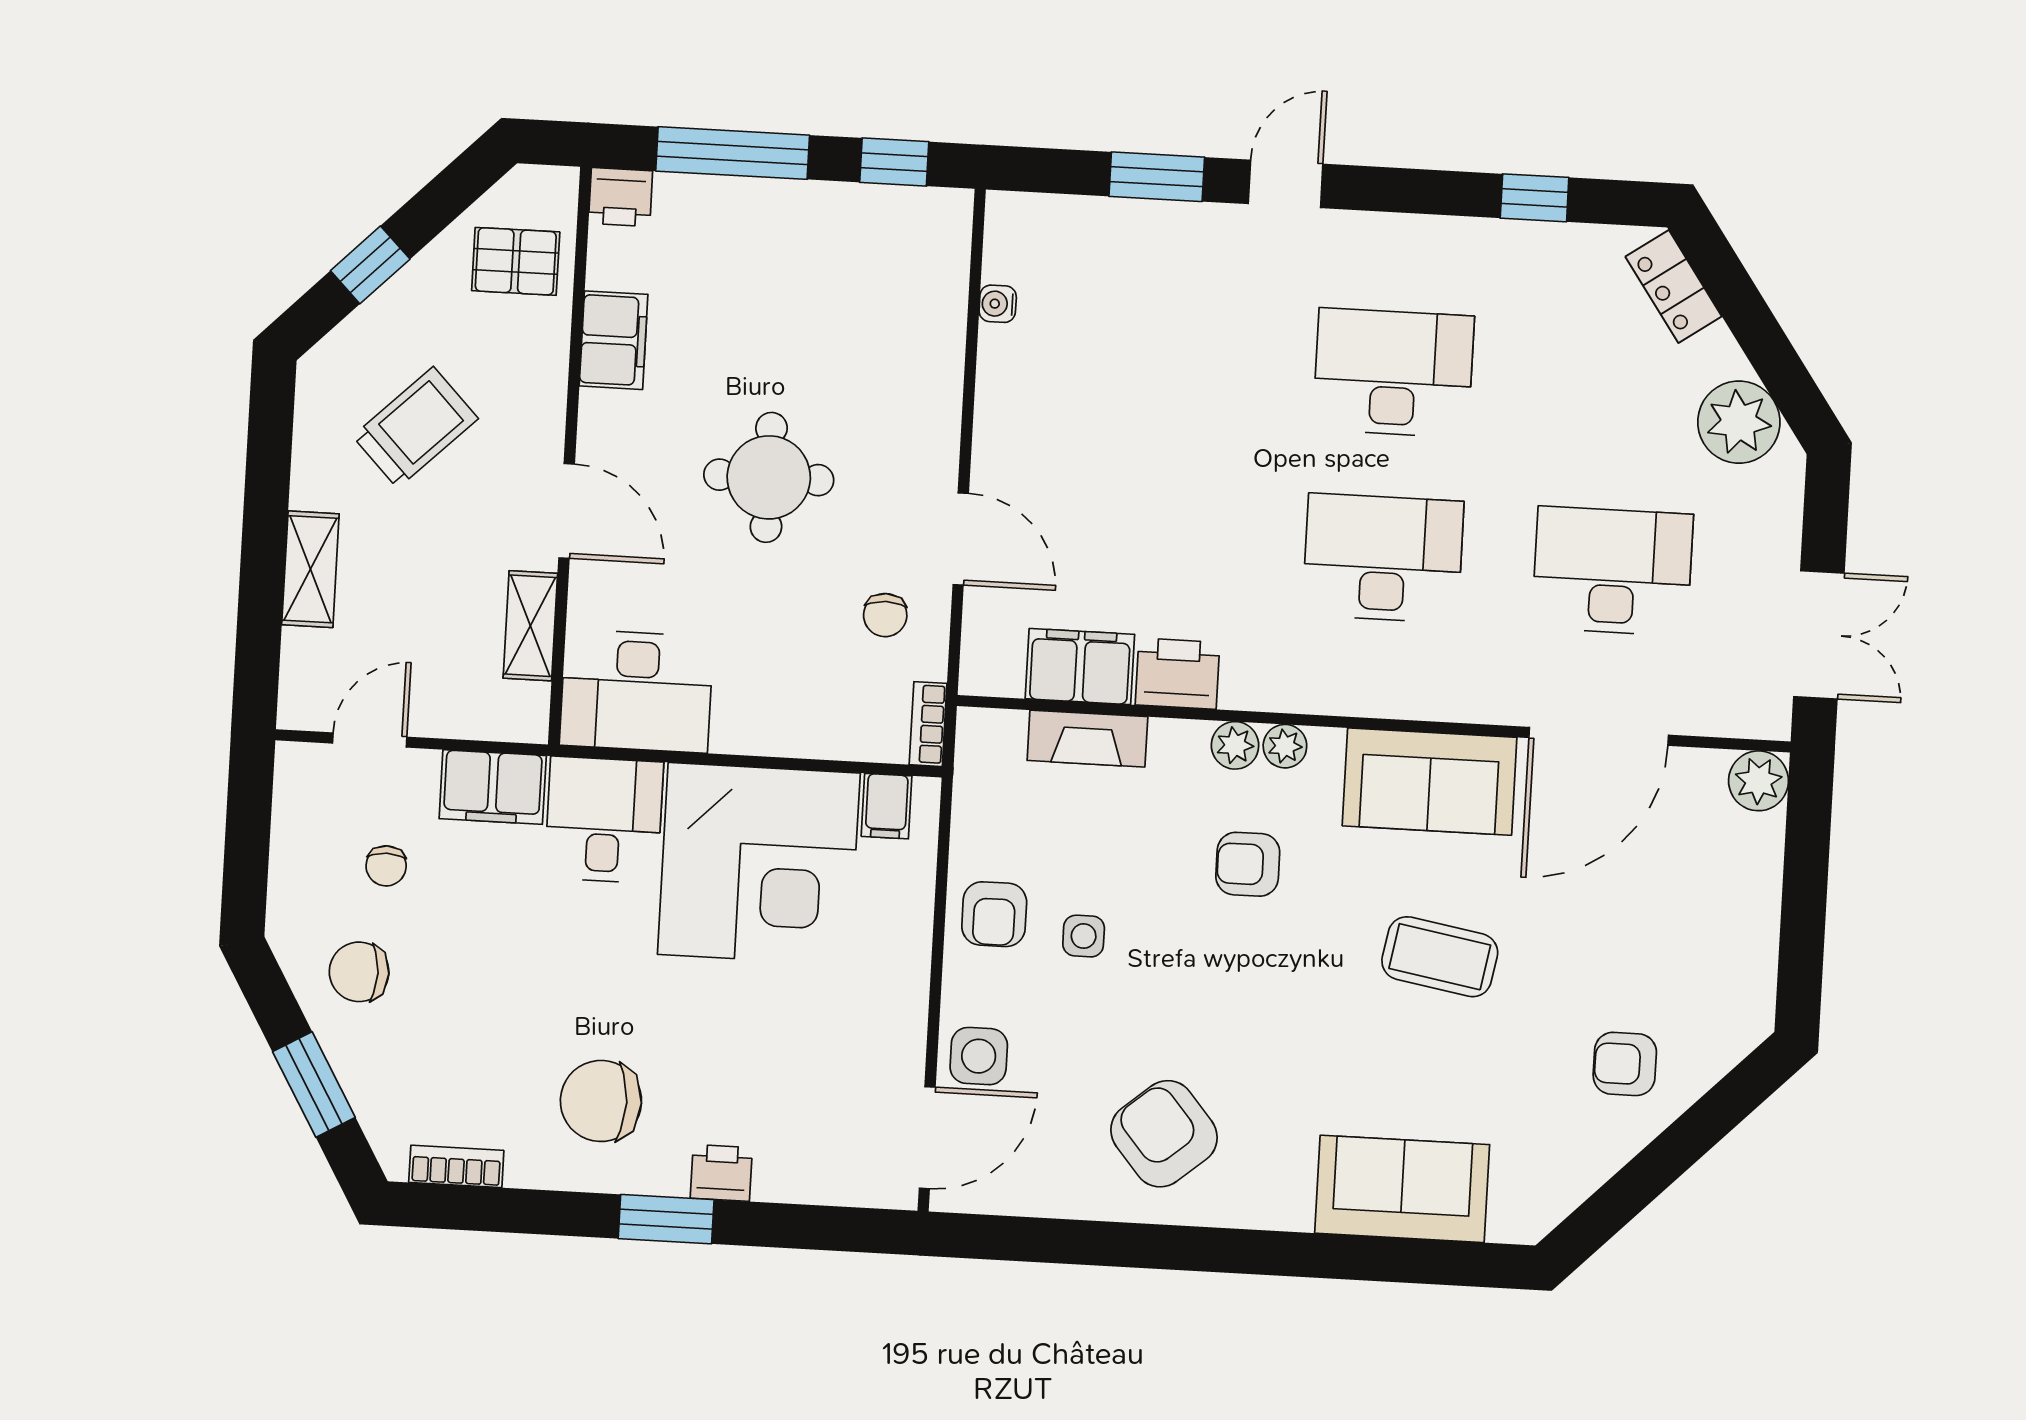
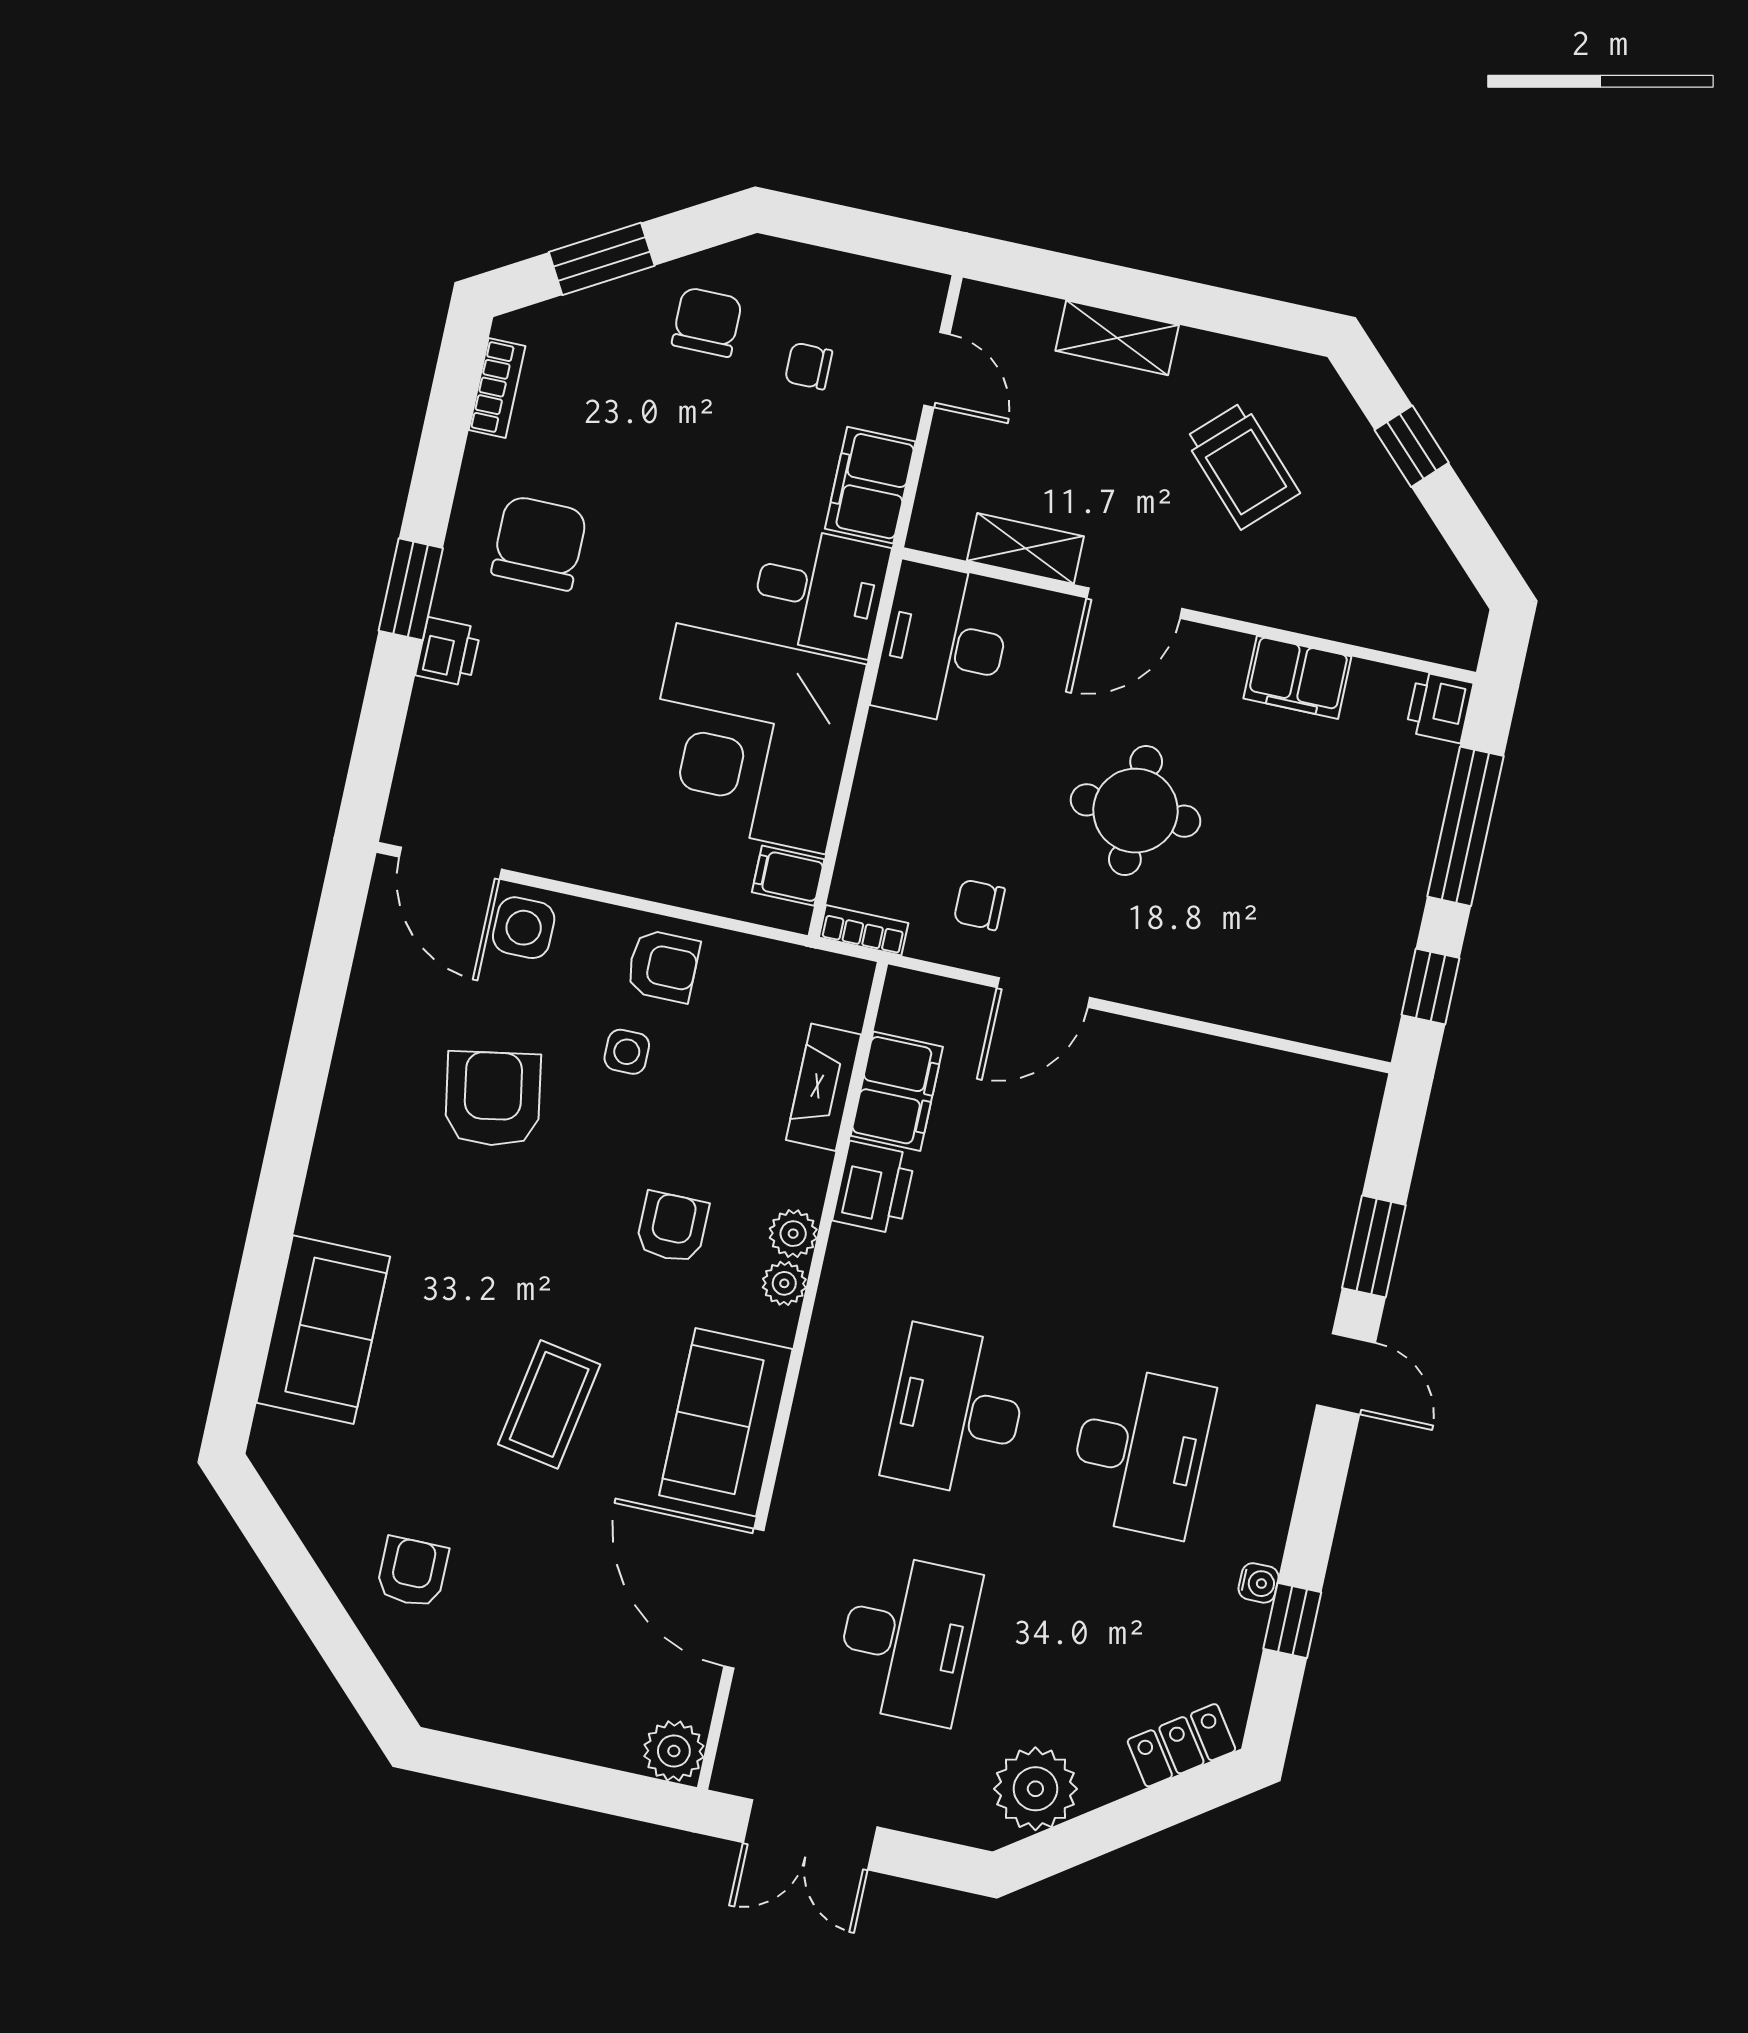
pallet: (516, 261) -> (1392, 592), removed
water cooler: (998, 304) -> (1259, 1583), moved, turned 90
desk: (1383, 558) -> (956, 1411), turned 180
armchair: (994, 914) -> (663, 966), turned 180
armchair: (1164, 1134) -> (493, 1099), moved, turned -60

